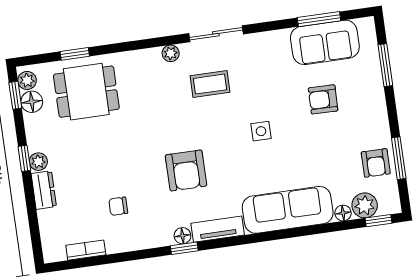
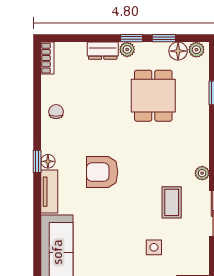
dining table: (86, 92) -> (153, 96), moved
window: (15, 95) -> (164, 38), moved
side table: (261, 131) -> (154, 247), moved
chair: (118, 206) -> (56, 112), moved
bookcase: (86, 250) -> (47, 58), moved

